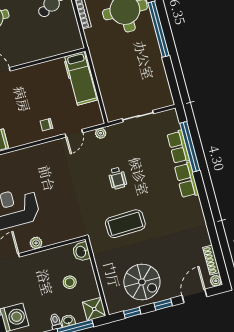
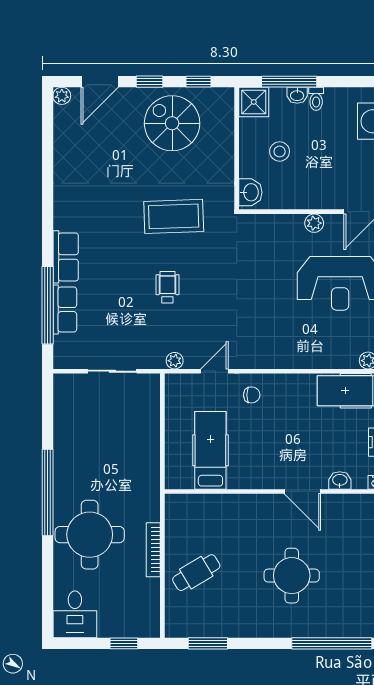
hospital bed: (81, 78) -> (210, 450), moved
shoe rack: (211, 260) -> (61, 129), removed

